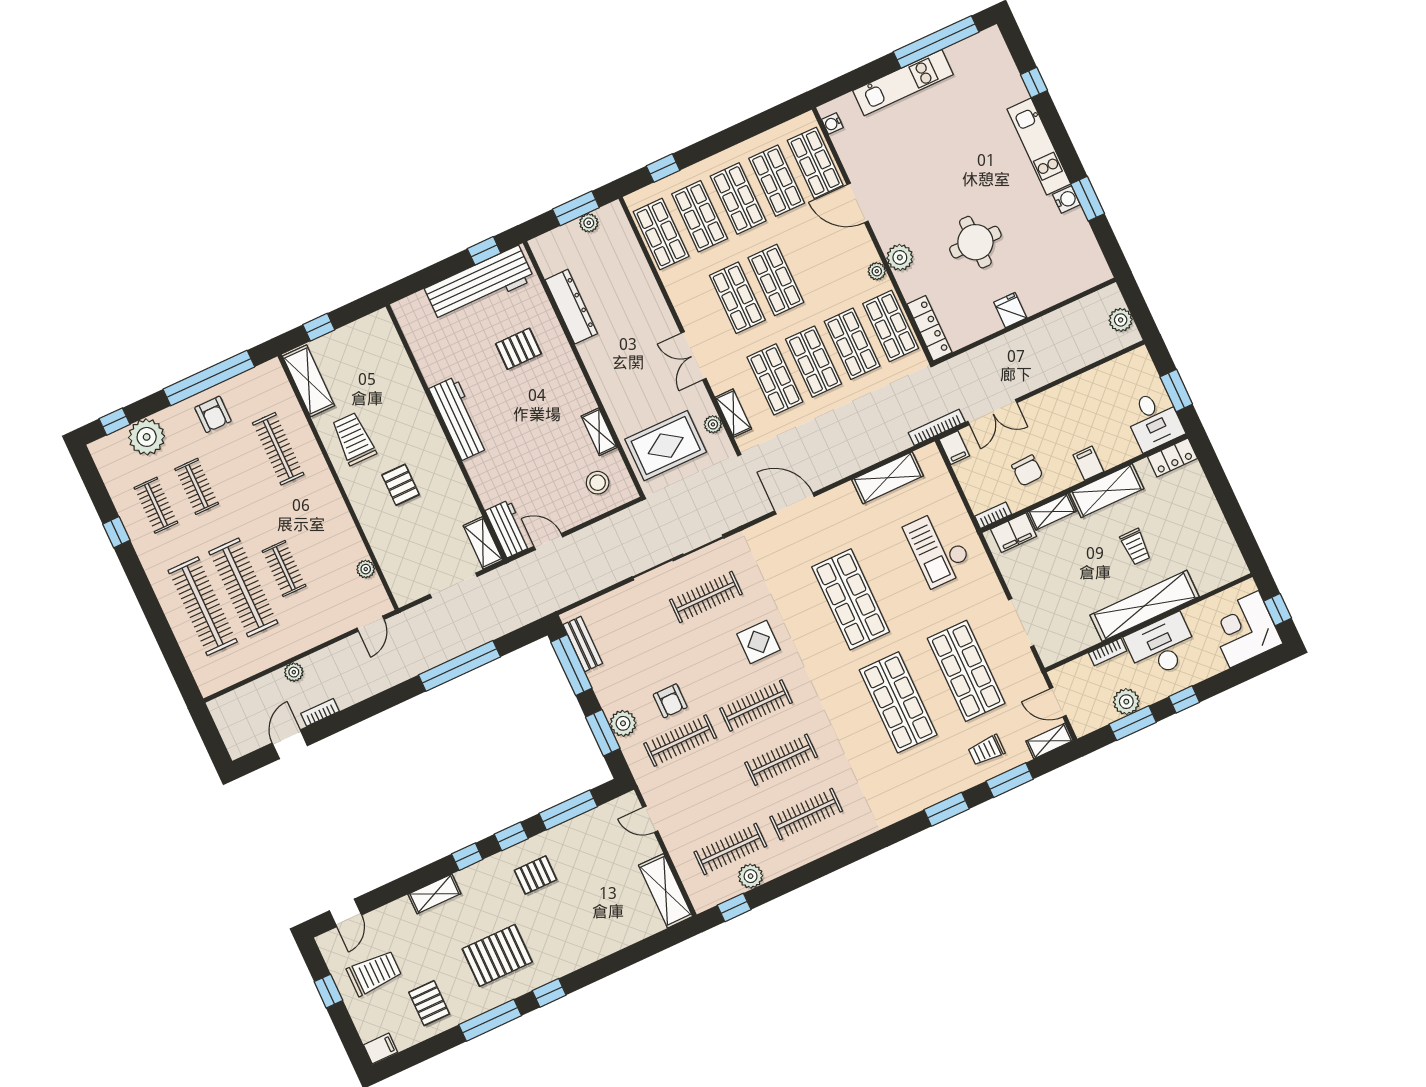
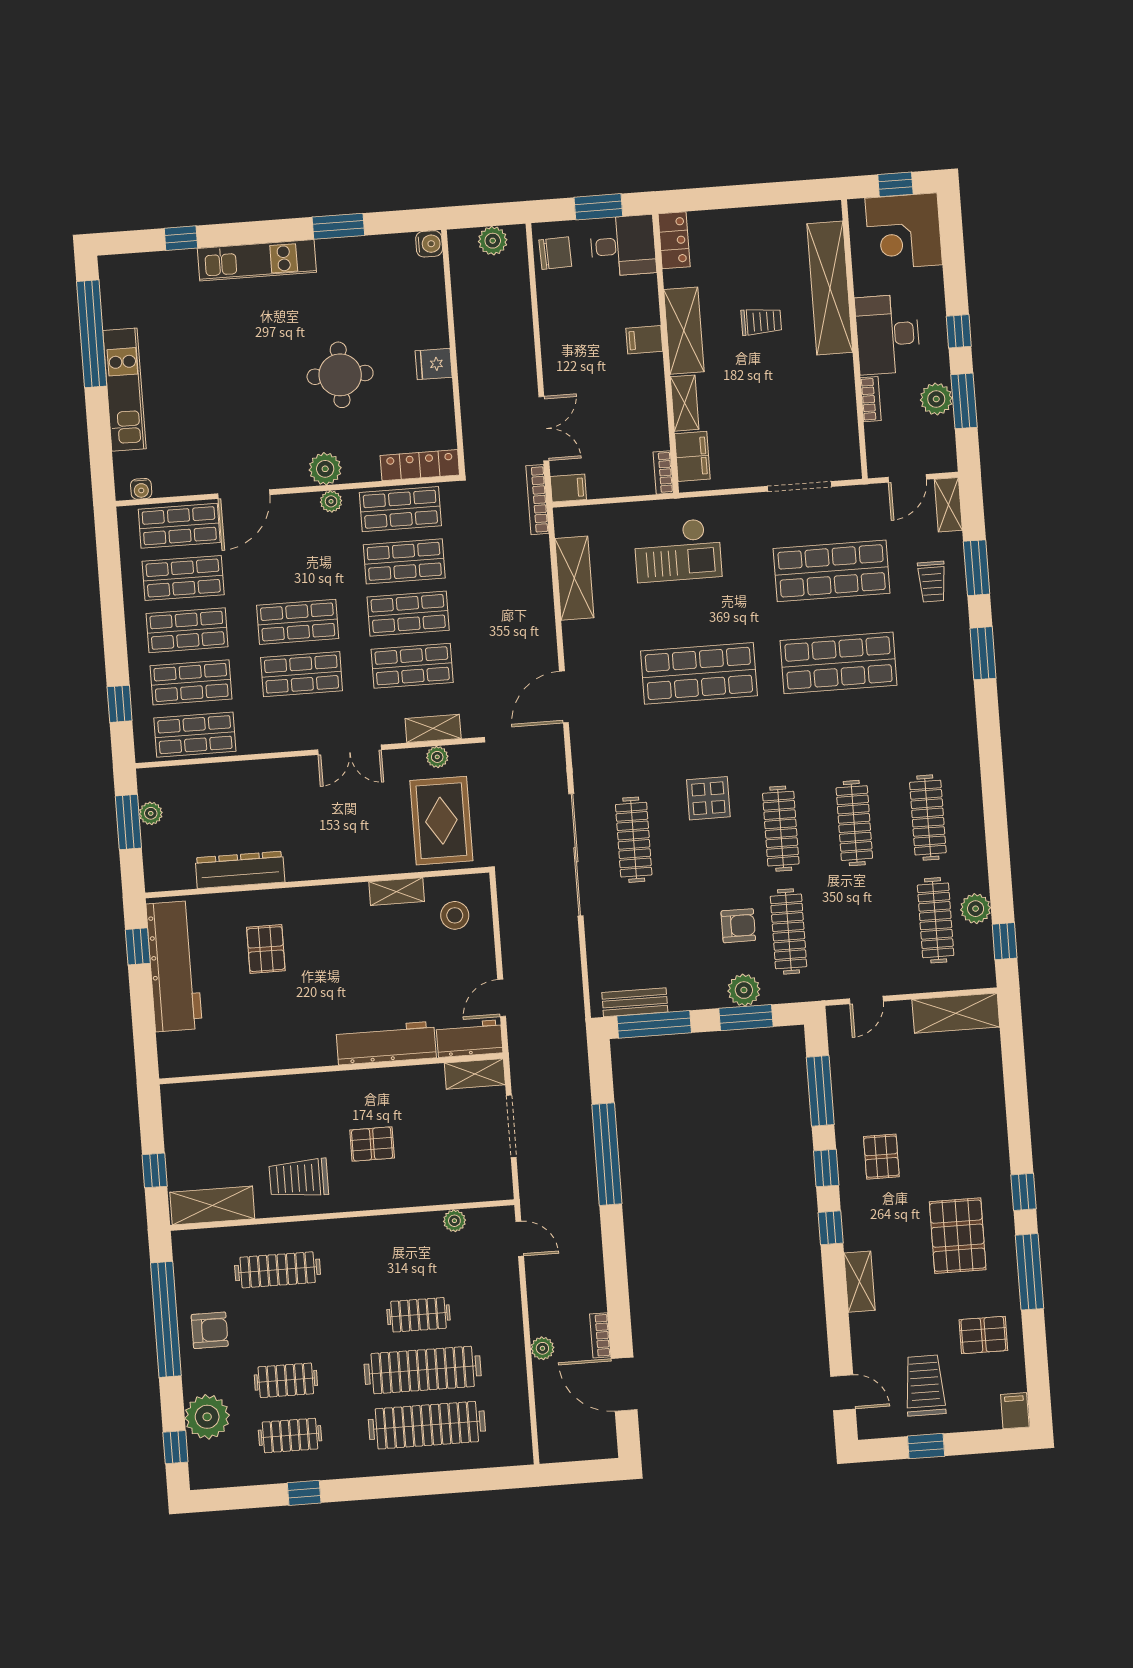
water cooler: (1066, 199) -> (429, 244), moved, turned 90
workbench: (459, 418) -> (386, 1043), moved
chair: (1027, 471) -> (555, 253), moved
shelving: (1145, 606) -> (830, 288), moved
door: (290, 744) -> (624, 1384), width x1.38

